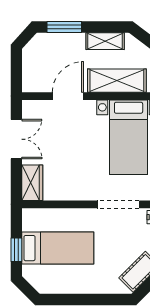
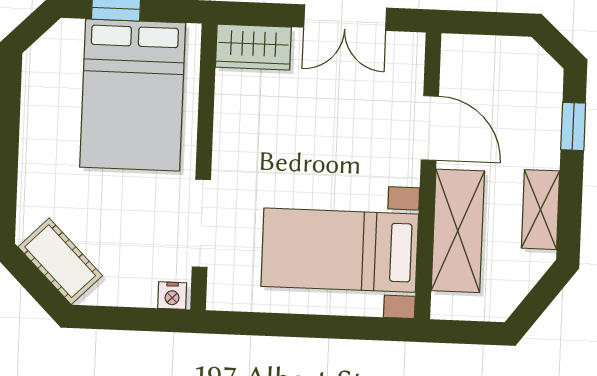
window: (64, 27) -> (573, 126), width x0.67
bed: (58, 248) -> (133, 95), width x1.50

